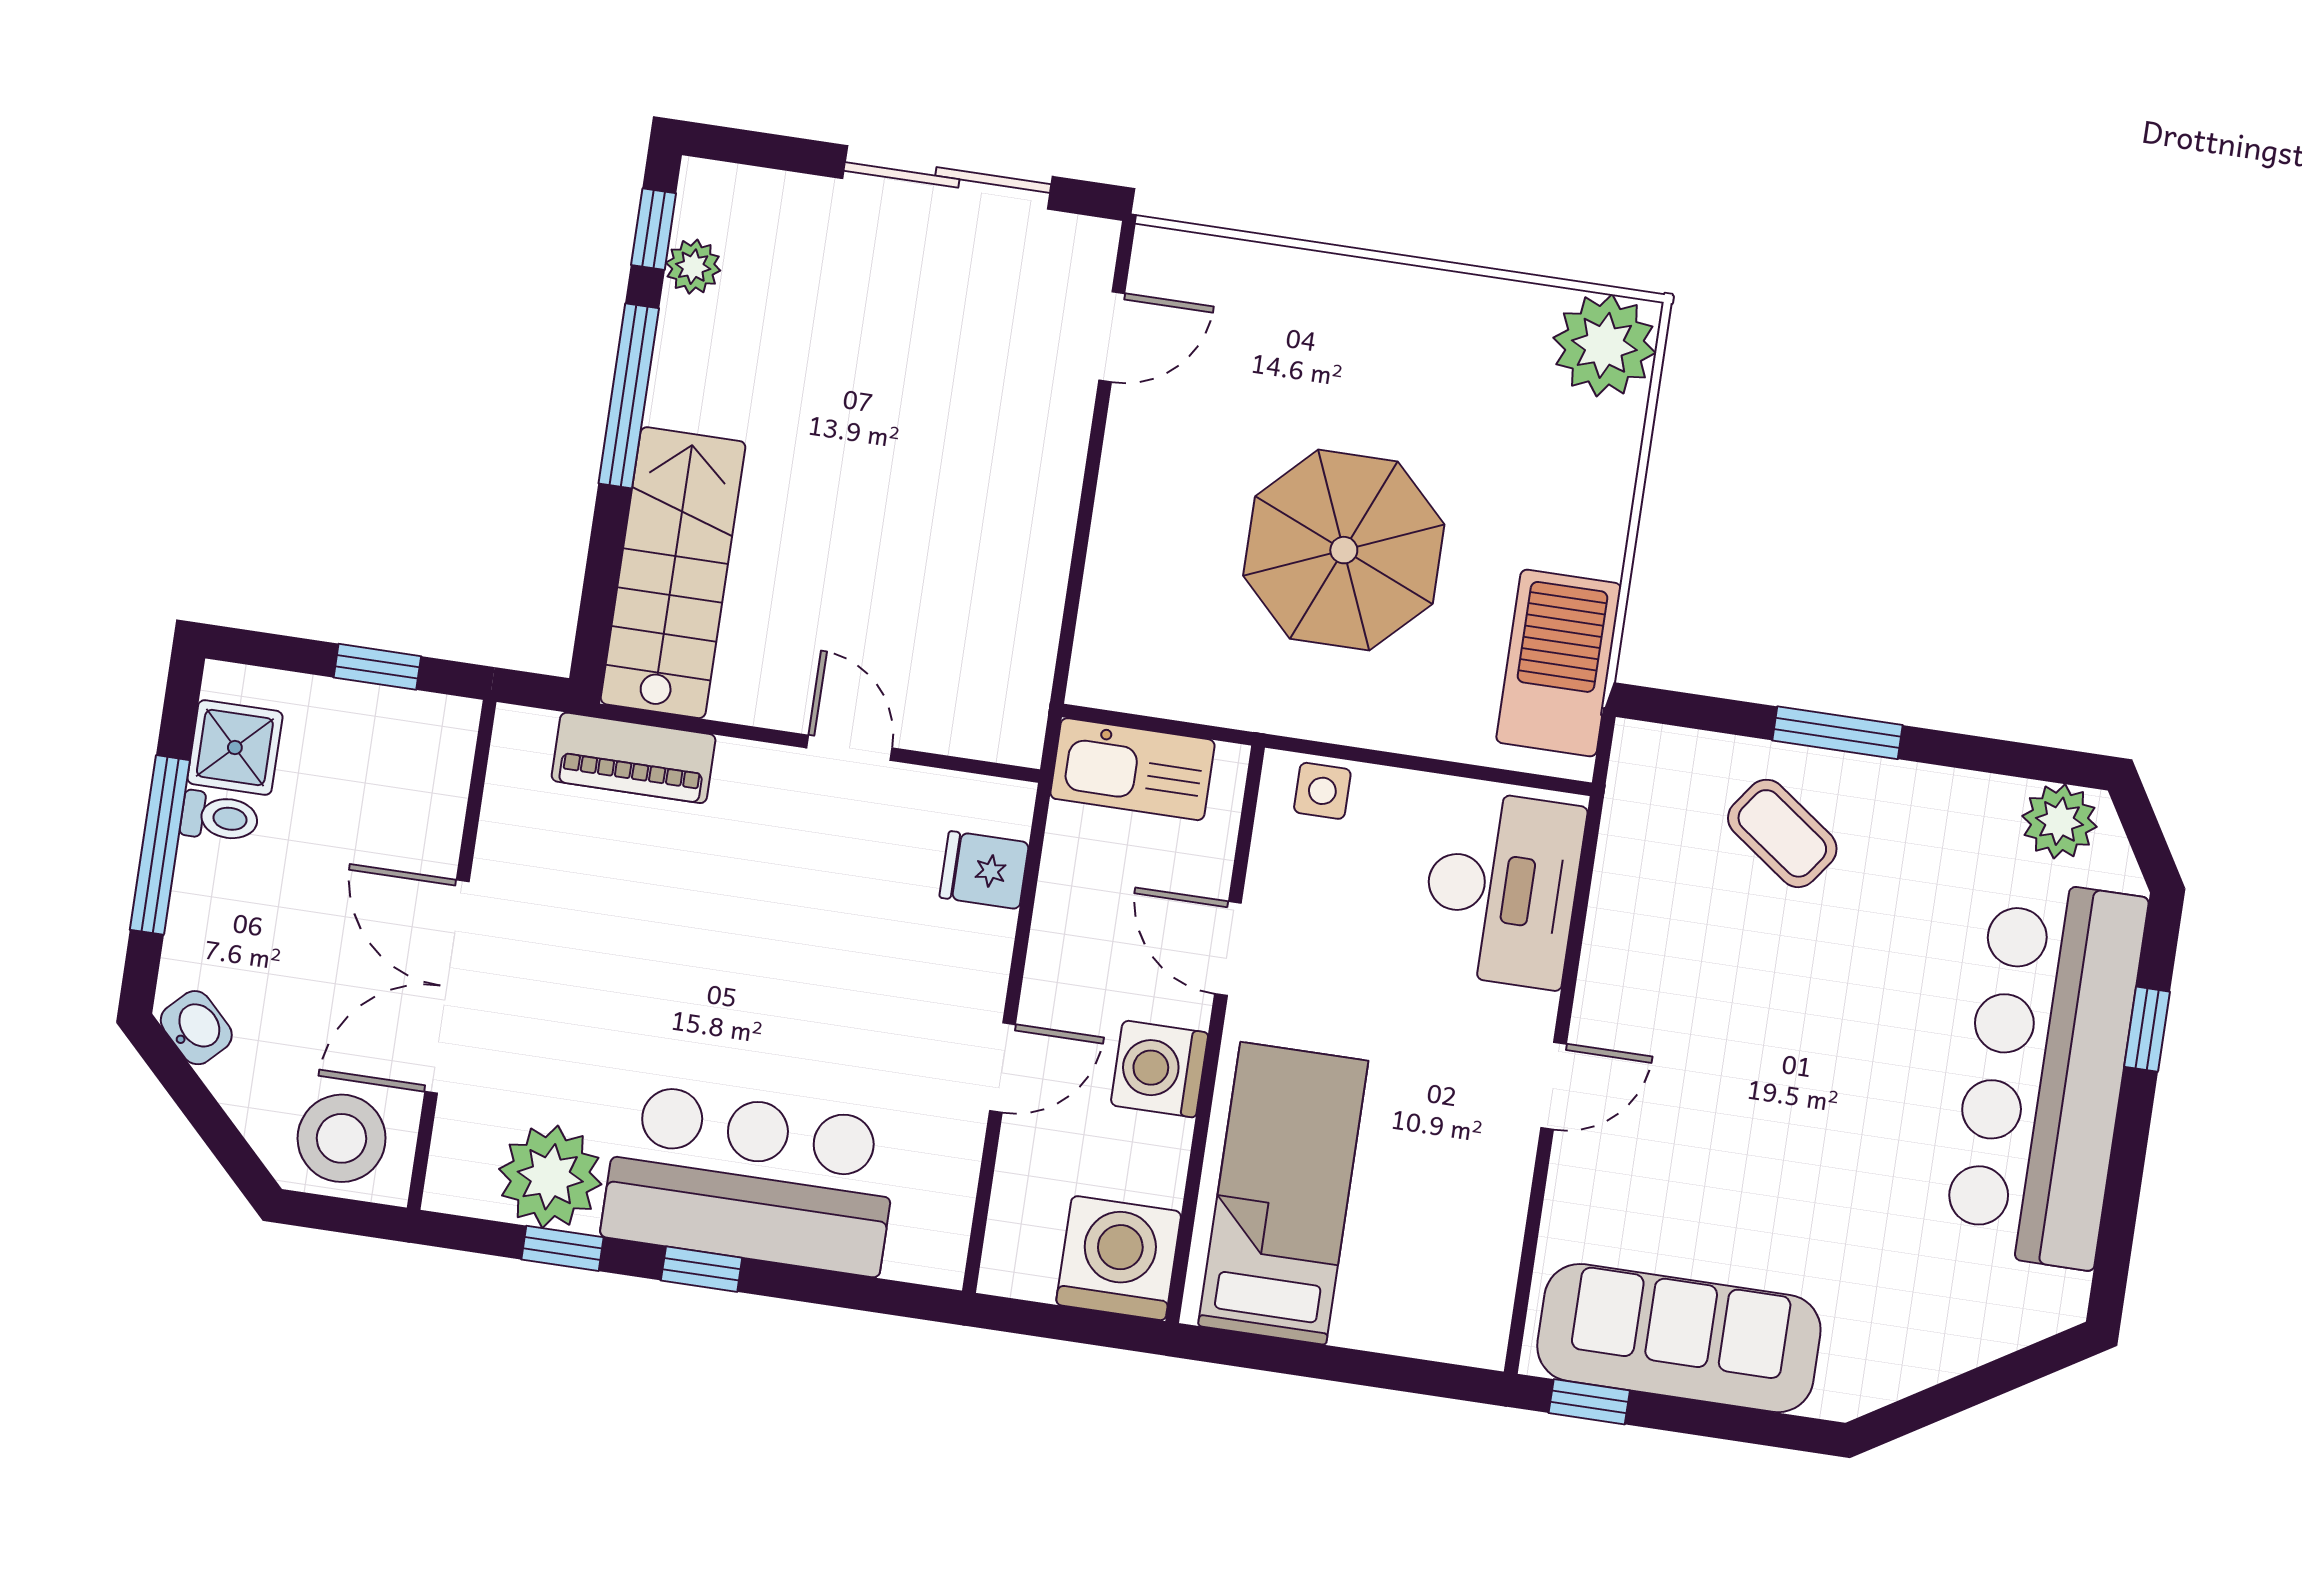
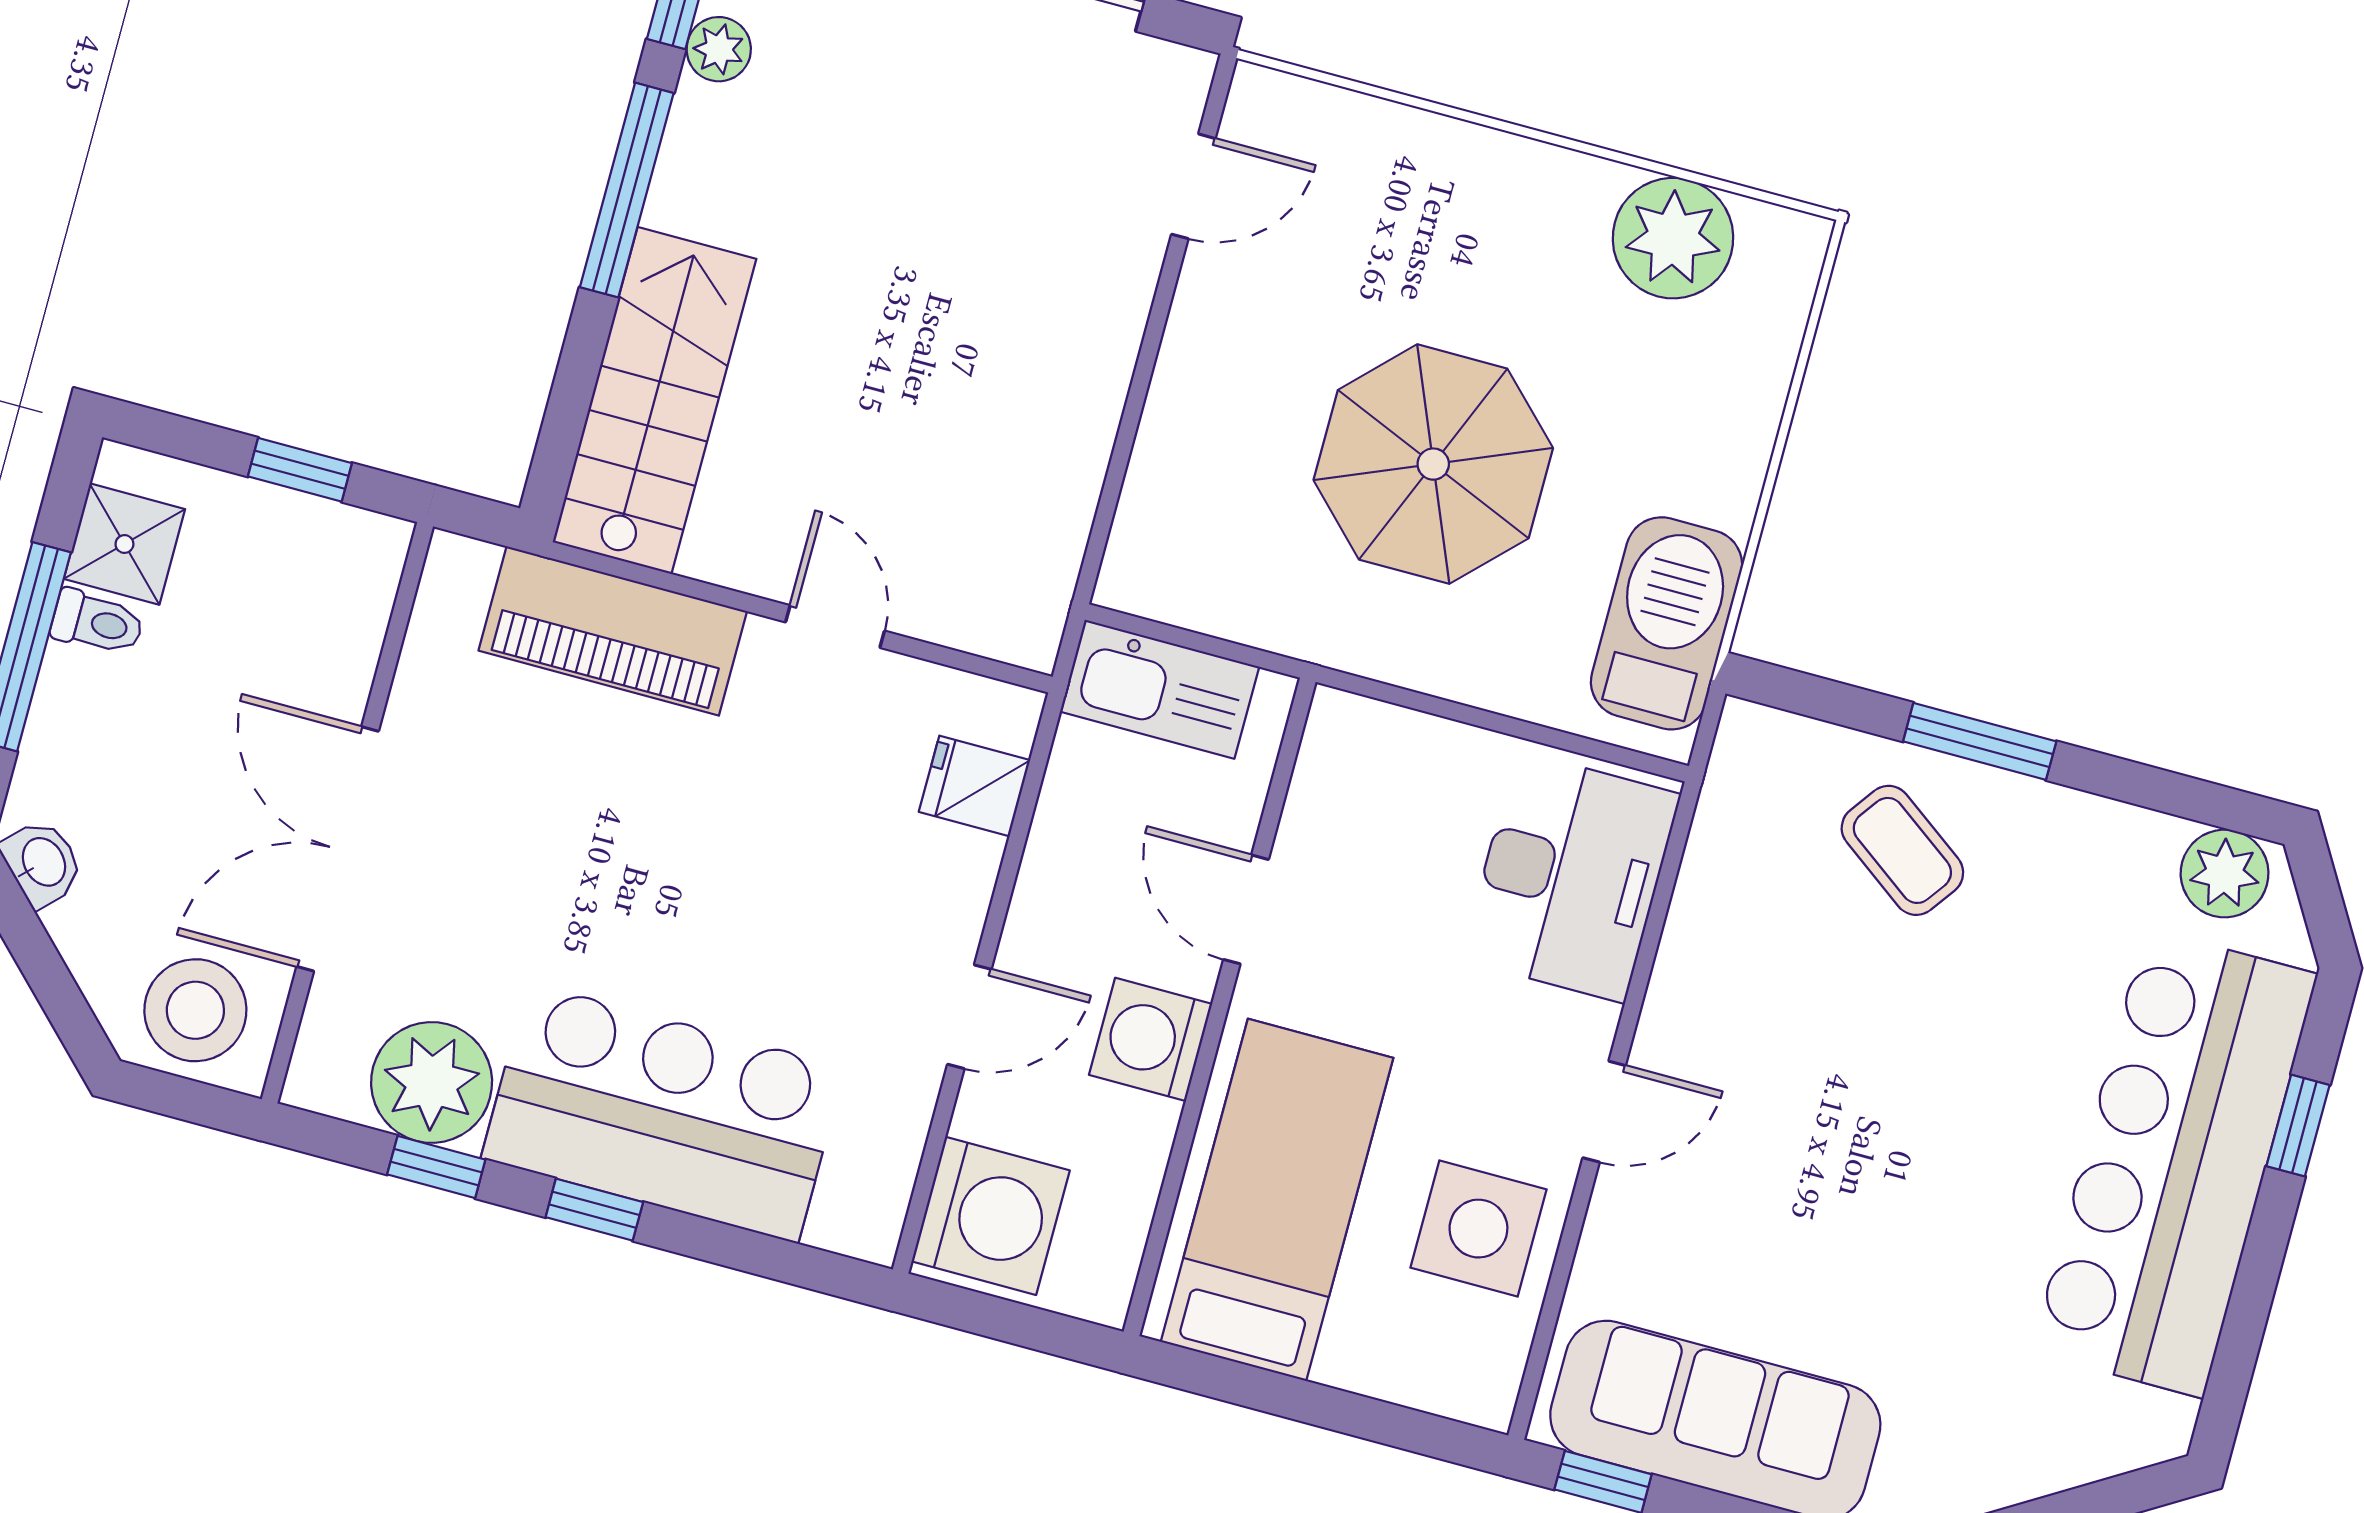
plant: (1604, 345) -> (1673, 238), moved
piano: (634, 758) -> (613, 631), width x1.37, depth x1.33
side table: (1322, 791) -> (1478, 1229), moved, width x1.87, depth x1.87
washing machine: (1119, 1258) -> (991, 1216), moved, turned 90

